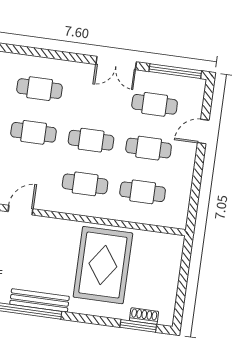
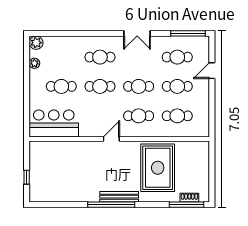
double door: (116, 63) -> (137, 33), moved
door: (21, 210) -> (111, 139), moved
window: (138, 326) -> (186, 205), width x1.44

